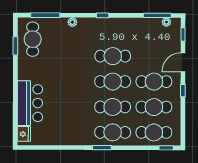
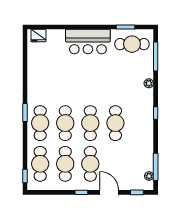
bar counter: (30, 103) -> (88, 42), moved

